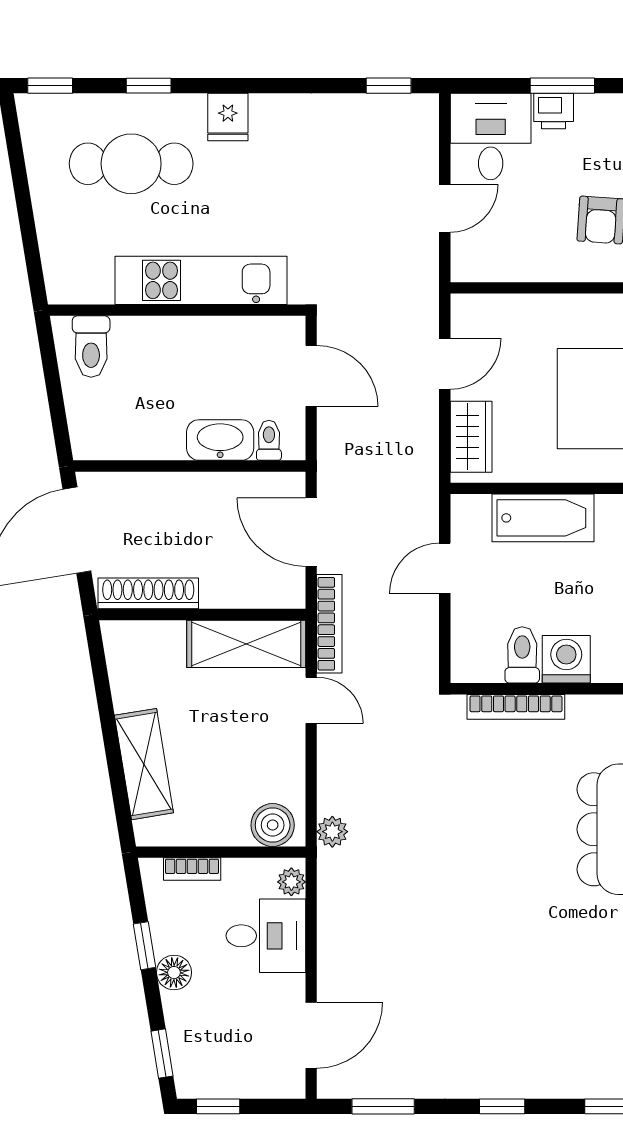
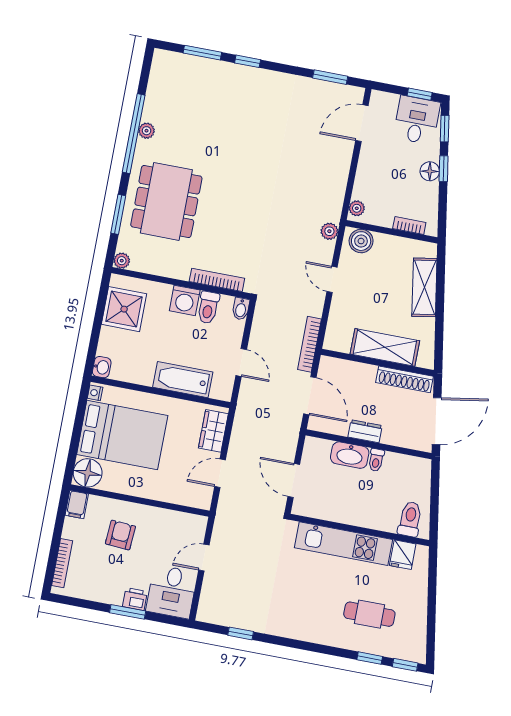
window: (149, 86) -> (370, 658), moved
window: (389, 86) -> (241, 633), moved
fridge: (228, 117) -> (403, 555), moved, turned 180
cafe table: (131, 164) -> (369, 614), width x0.73, depth x0.74
toilet: (269, 440) -> (376, 460), moved
dresser: (201, 488) -> (365, 431), added
door: (445, 568) -> (241, 362), hinge flipped
shelving: (246, 644) -> (385, 347), moved
bidet: (464, 664) -> (241, 309), added
door: (311, 700) -> (332, 279), moved
desk: (266, 936) -> (417, 120), moved, turned 90
window: (144, 946) -> (444, 169), moved
window: (502, 1106) -> (248, 61), moved

